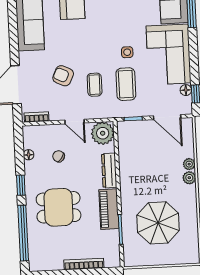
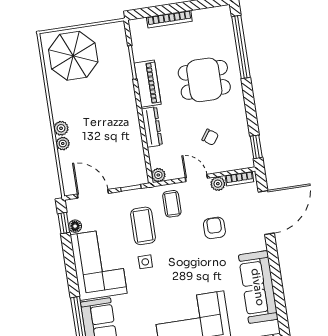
armchair: (63, 76) -> (214, 228), turned -115
coffee table: (95, 85) -> (172, 204), moved
plant: (56, 115) -> (218, 184), added
plant: (103, 133) -> (158, 175), width x0.53, depth x0.53
floor lamp: (29, 155) -> (244, 135), removed
window: (21, 185) -> (256, 147), moved
parasol: (158, 223) -> (73, 56), moved

